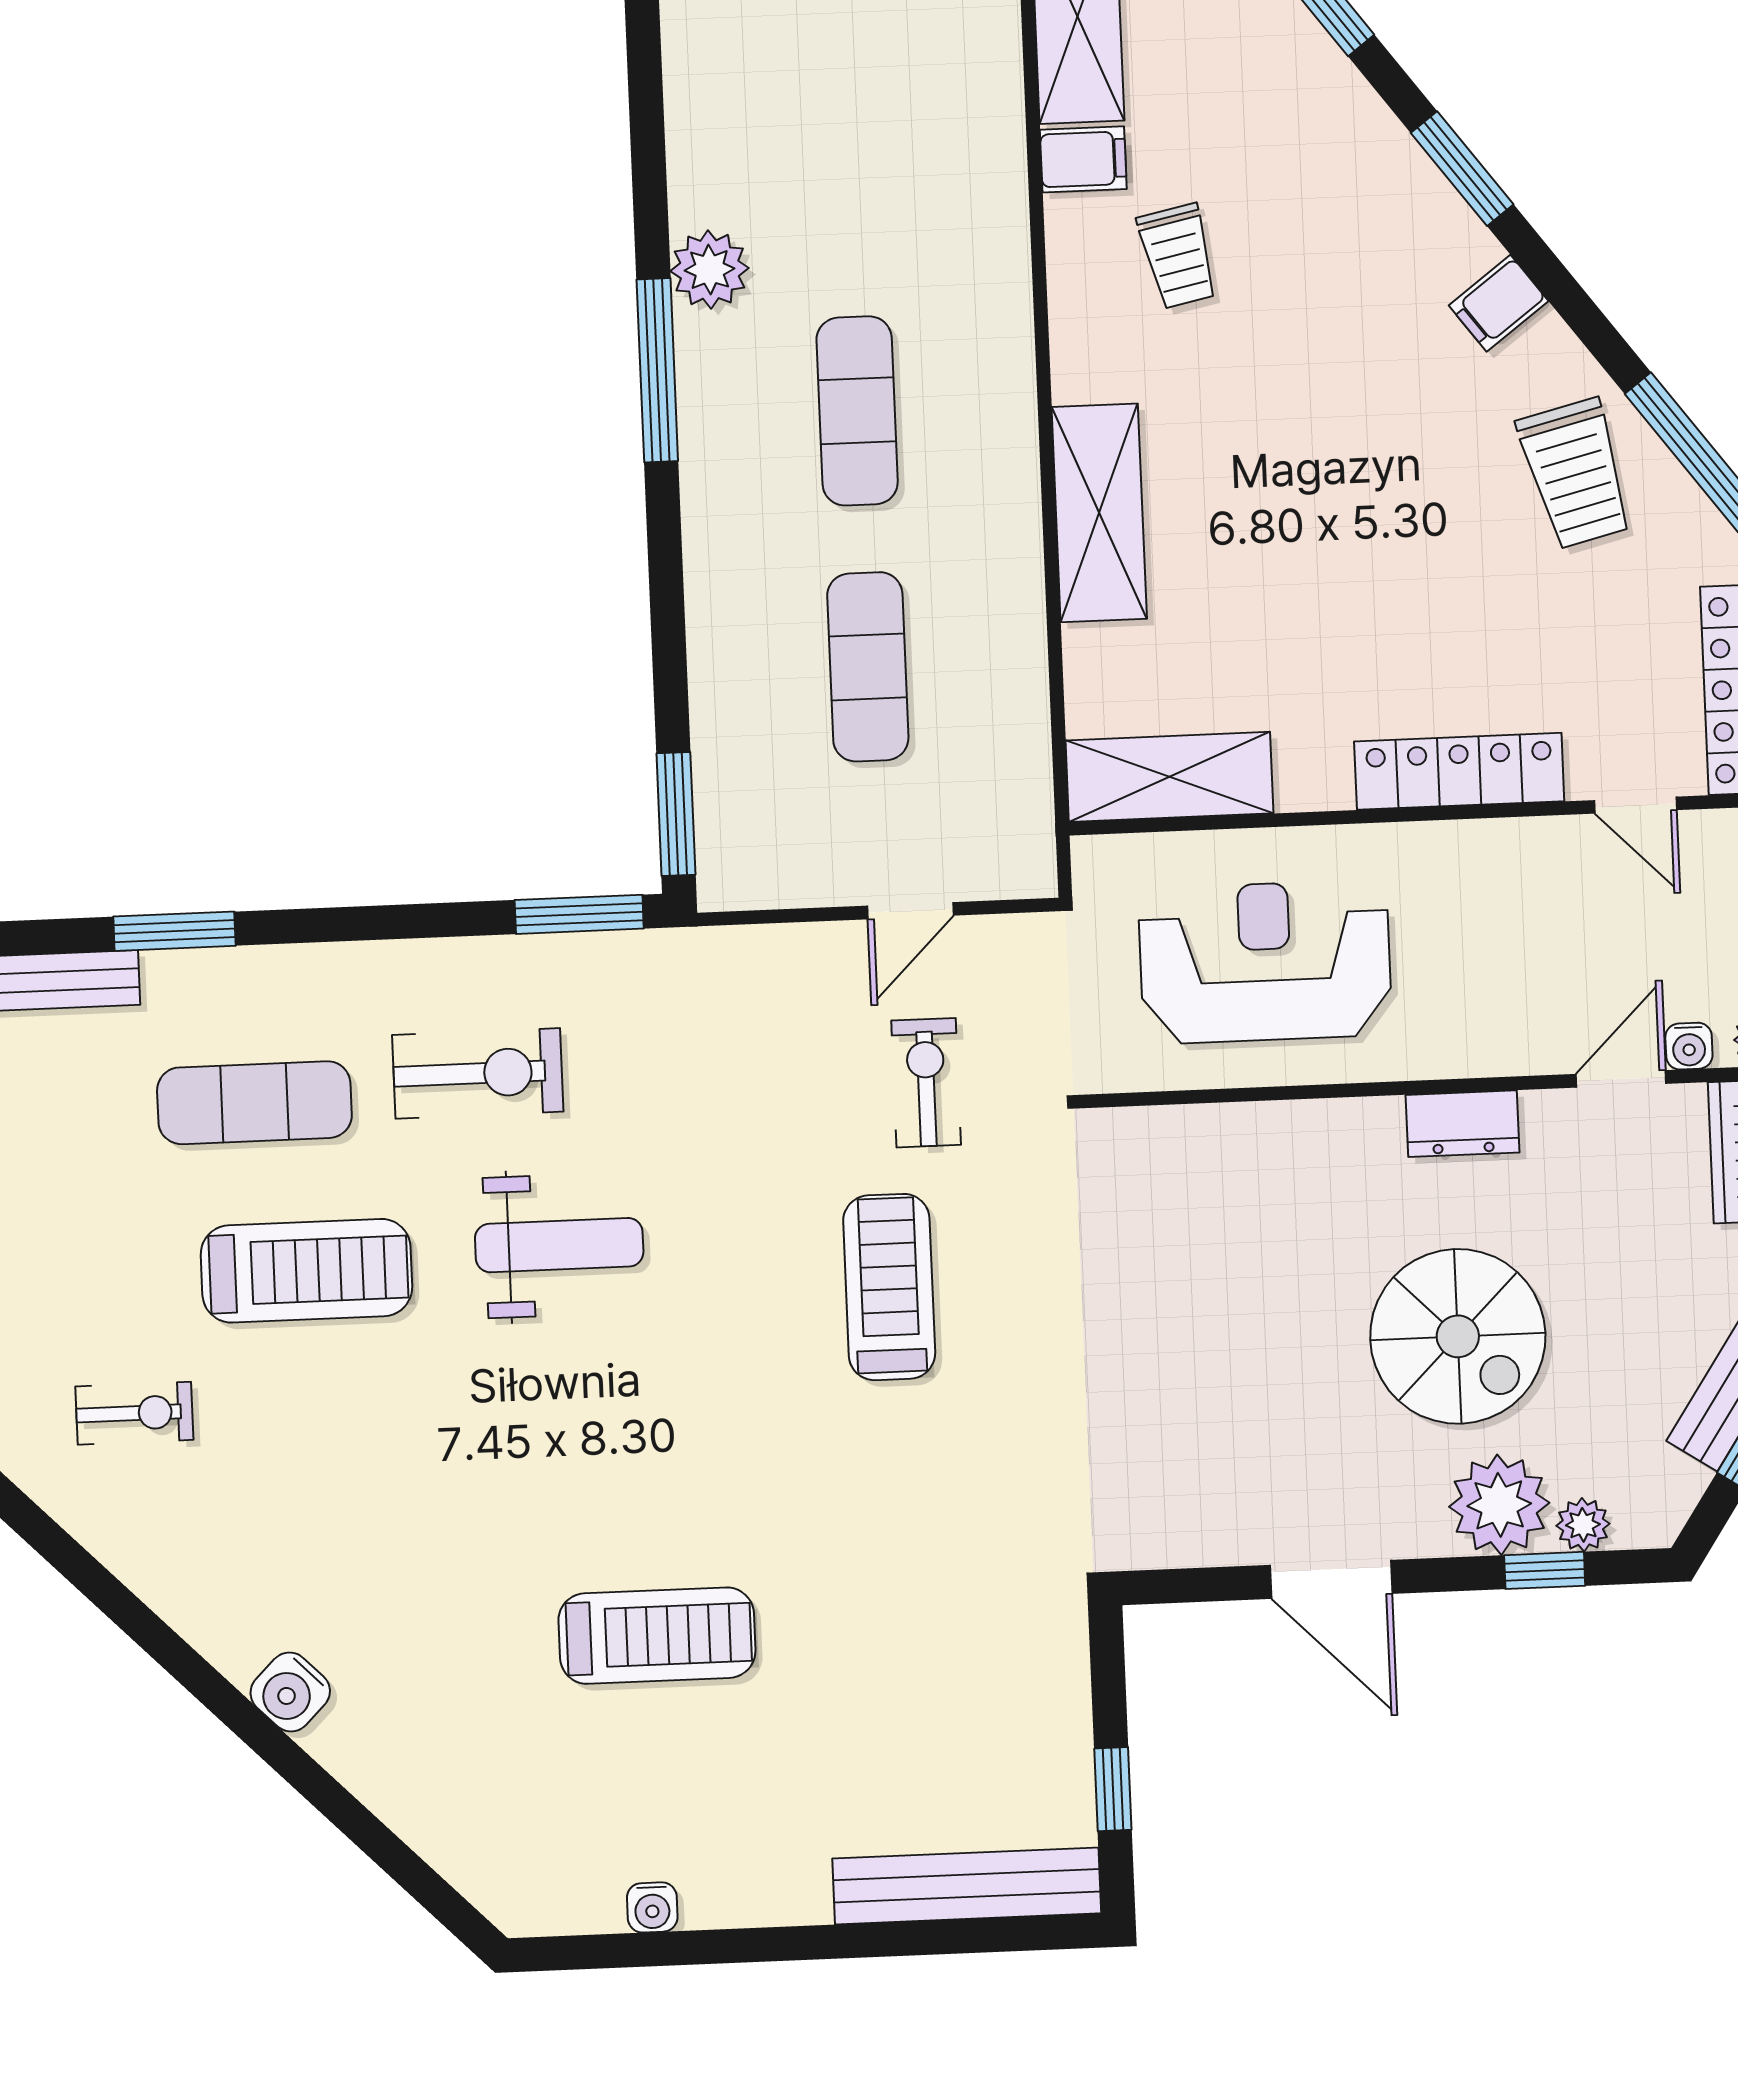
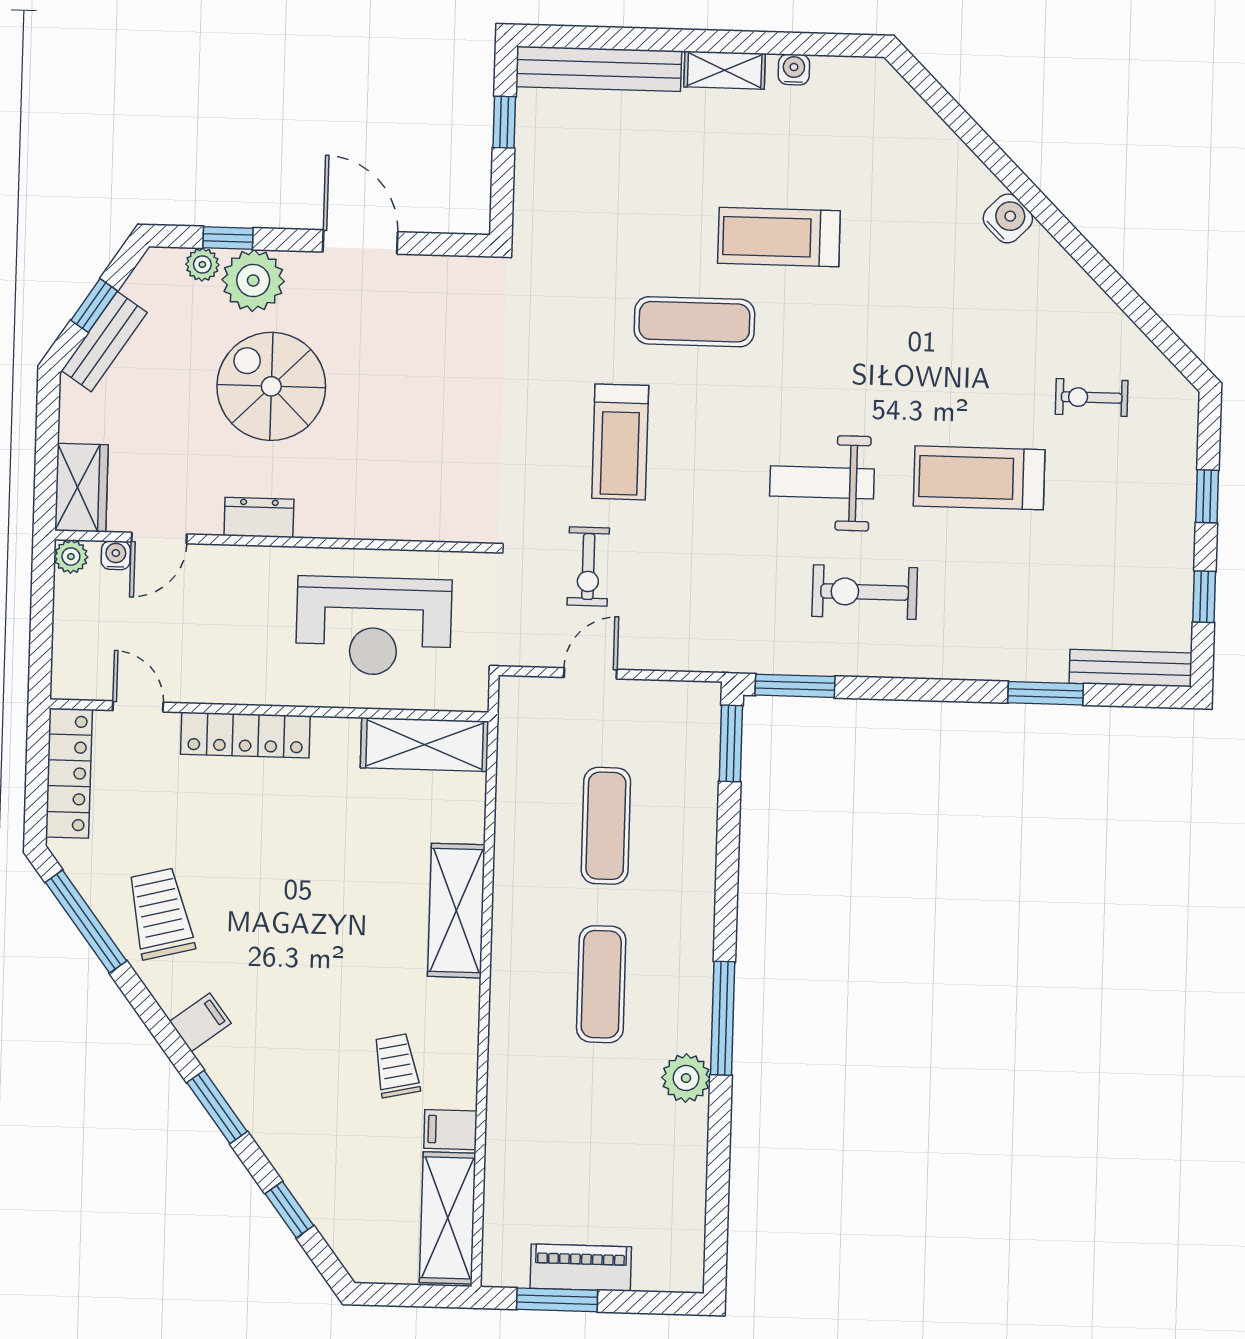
exercise mat: (254, 1103) -> (694, 322), moved
shelving: (764, 1898) -> (725, 70), added

